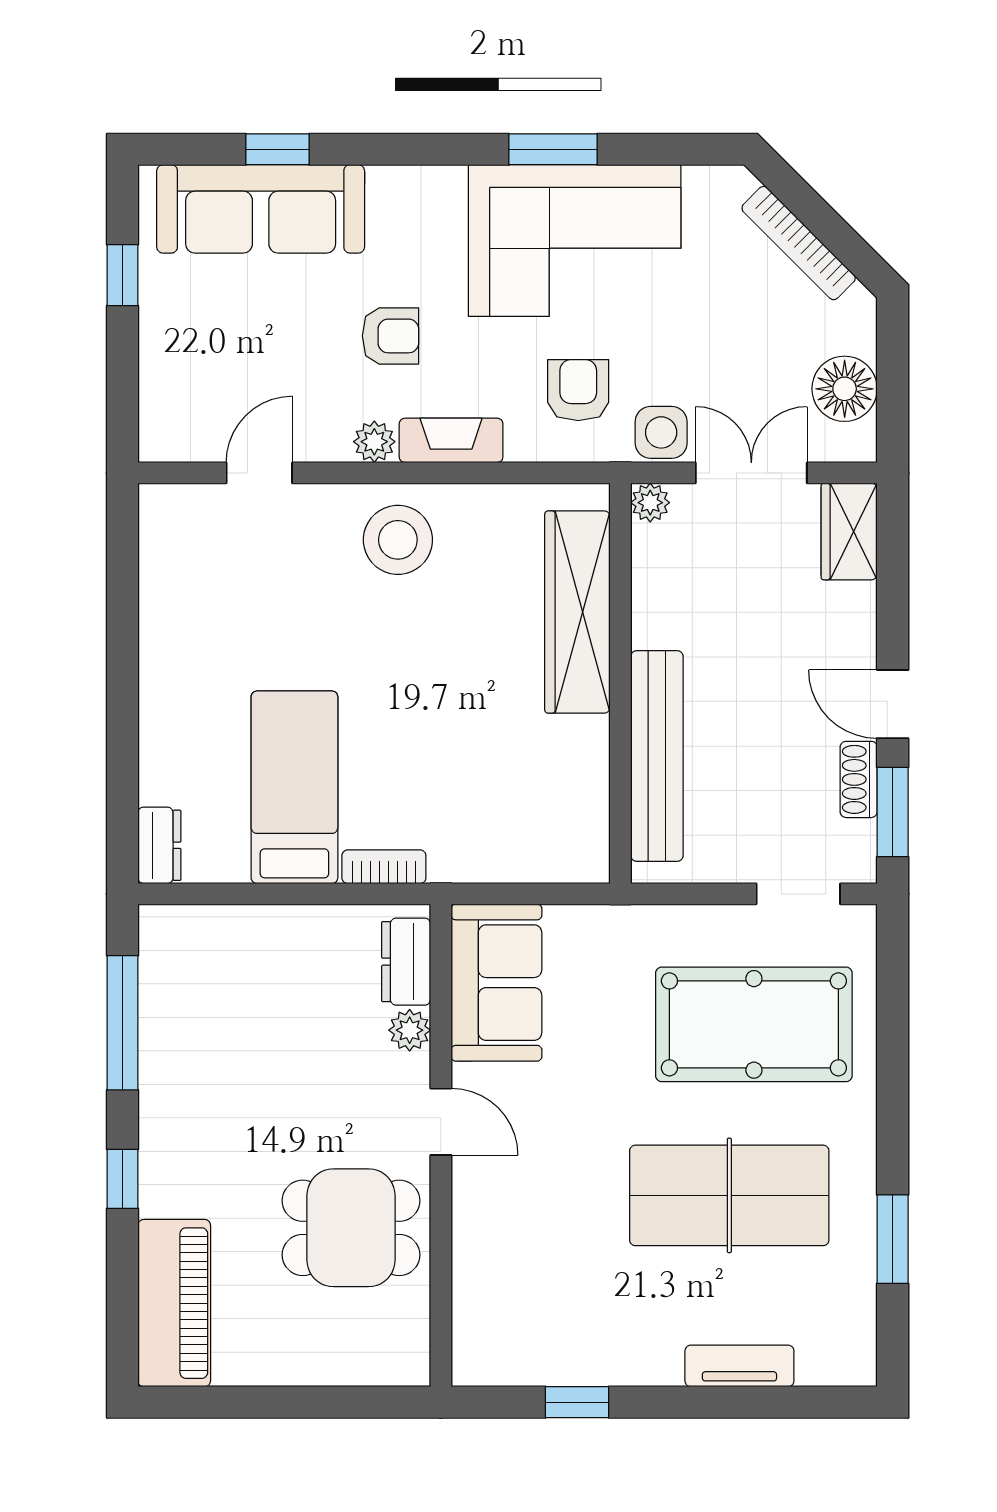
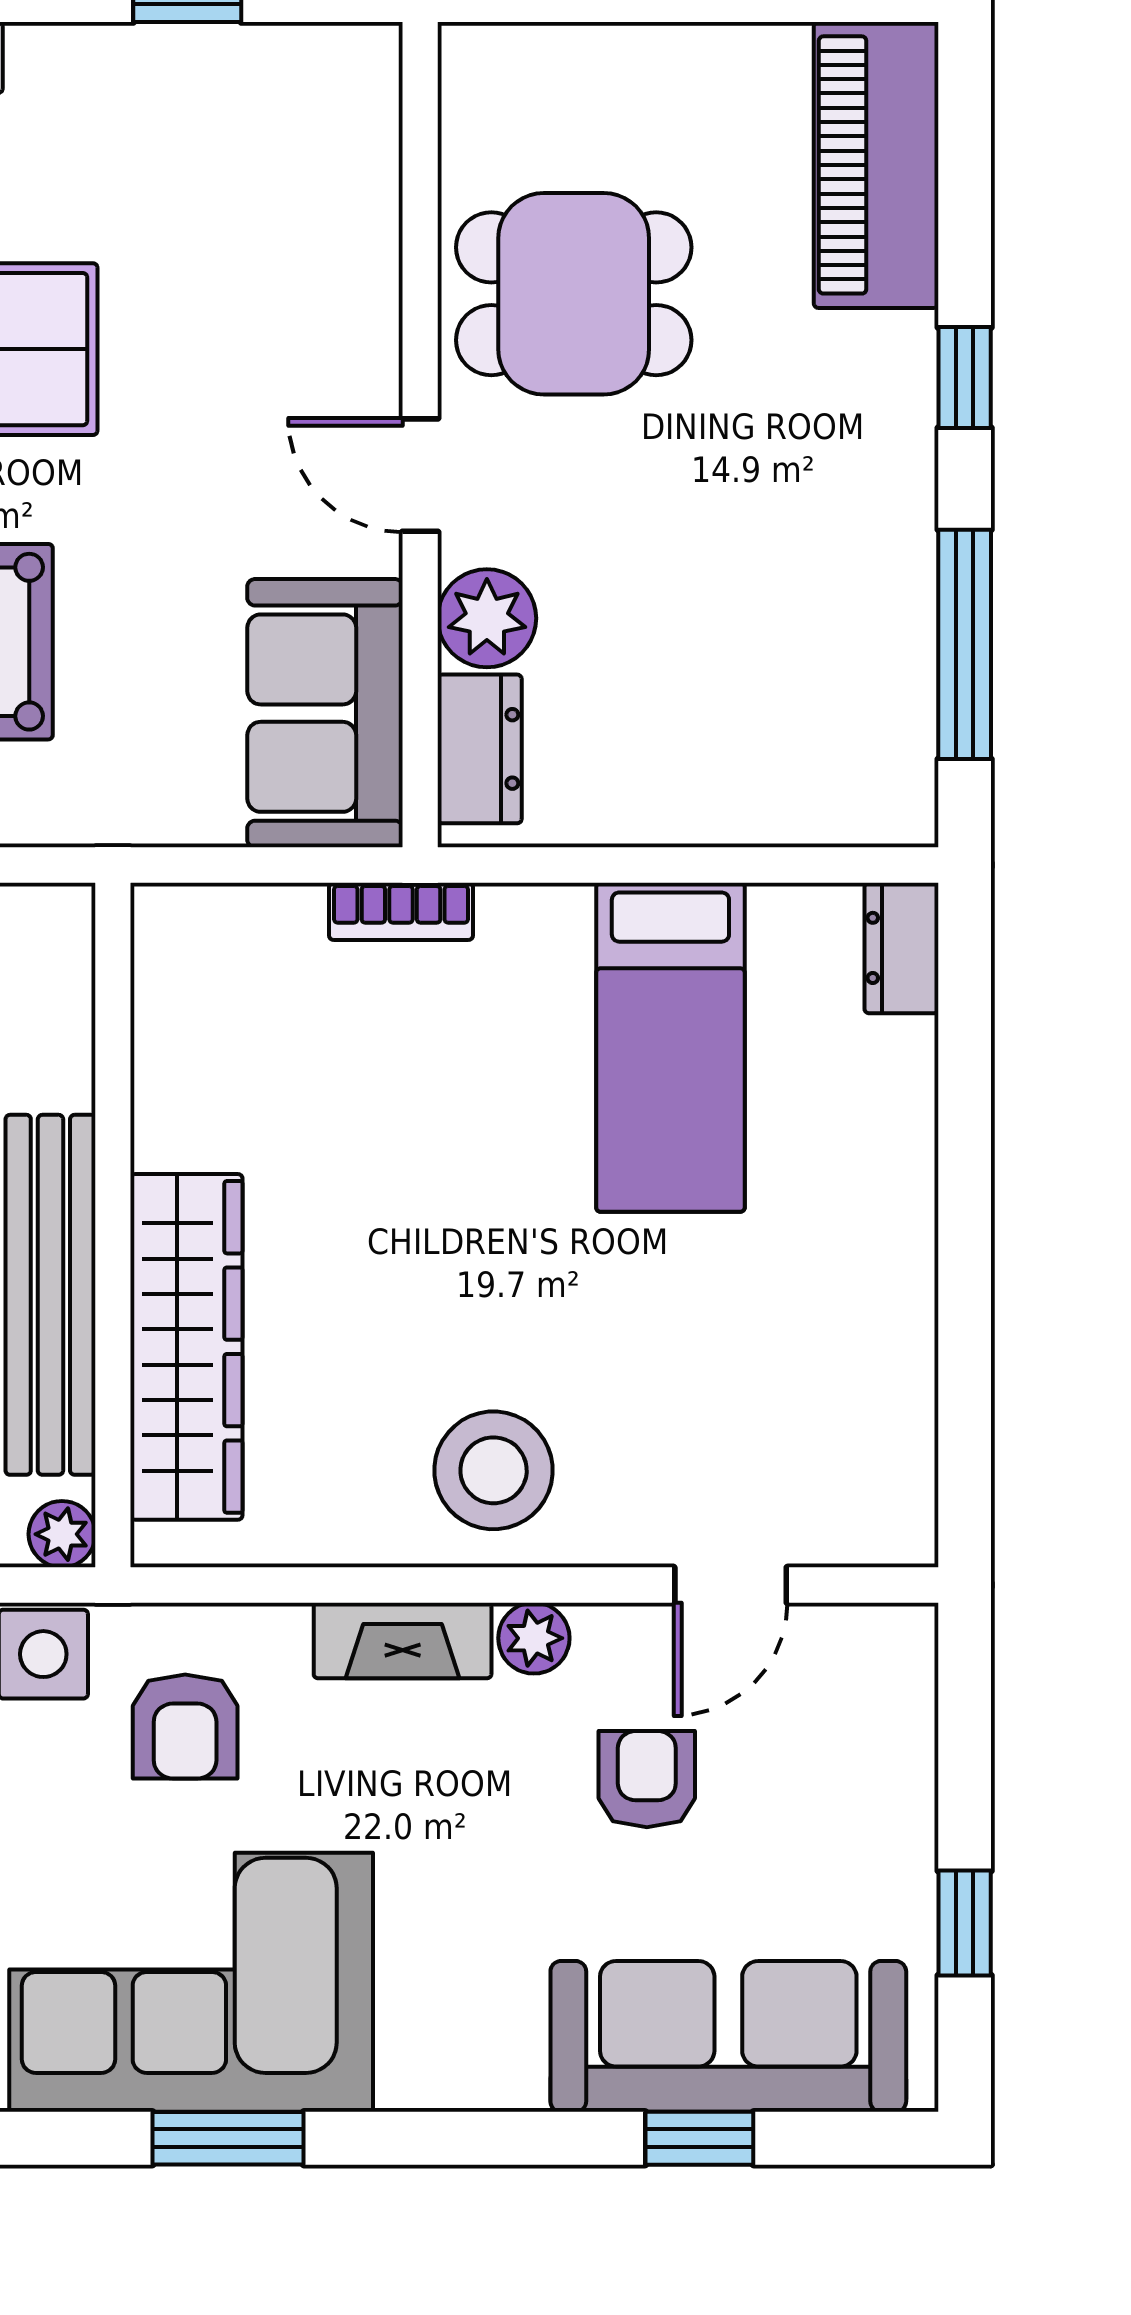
armchair: (390, 336) -> (647, 1779), moved, turned 90
bench: (657, 756) -> (50, 1295), moved
bookcase: (384, 867) -> (401, 911), moved
plant: (410, 1030) -> (487, 618), width x1.38, depth x1.38

